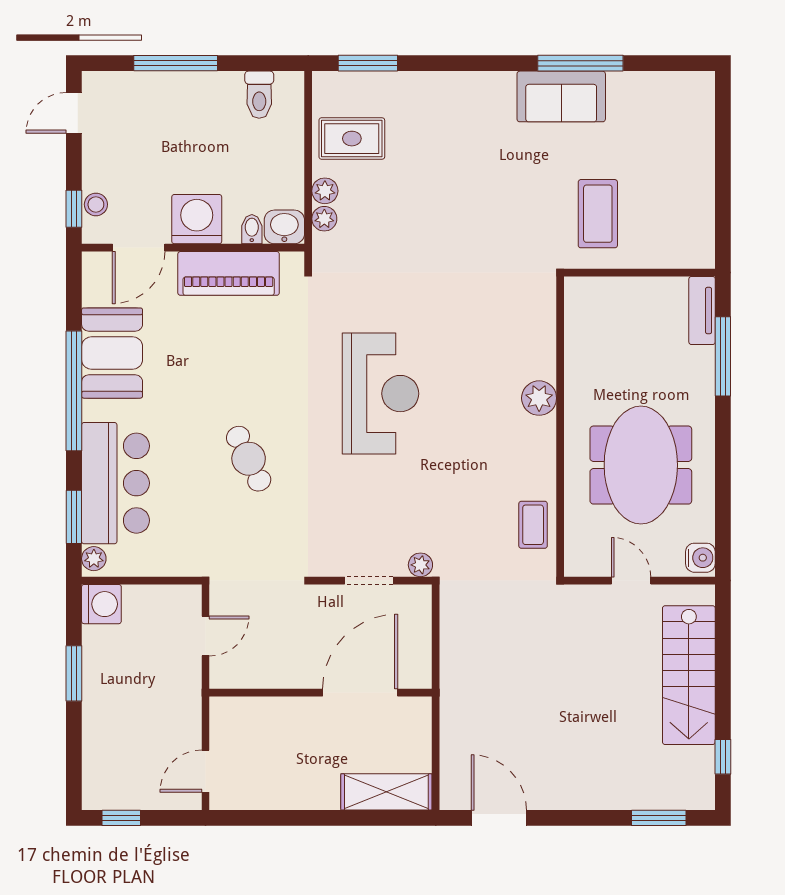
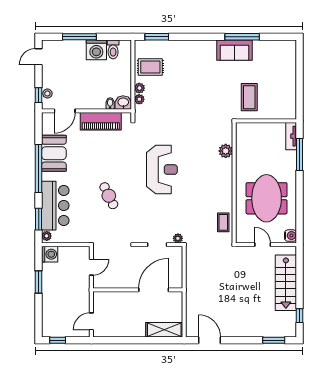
washing machine: (197, 219) -> (96, 50), moved, turned 180
plant: (539, 398) -> (226, 151), moved

